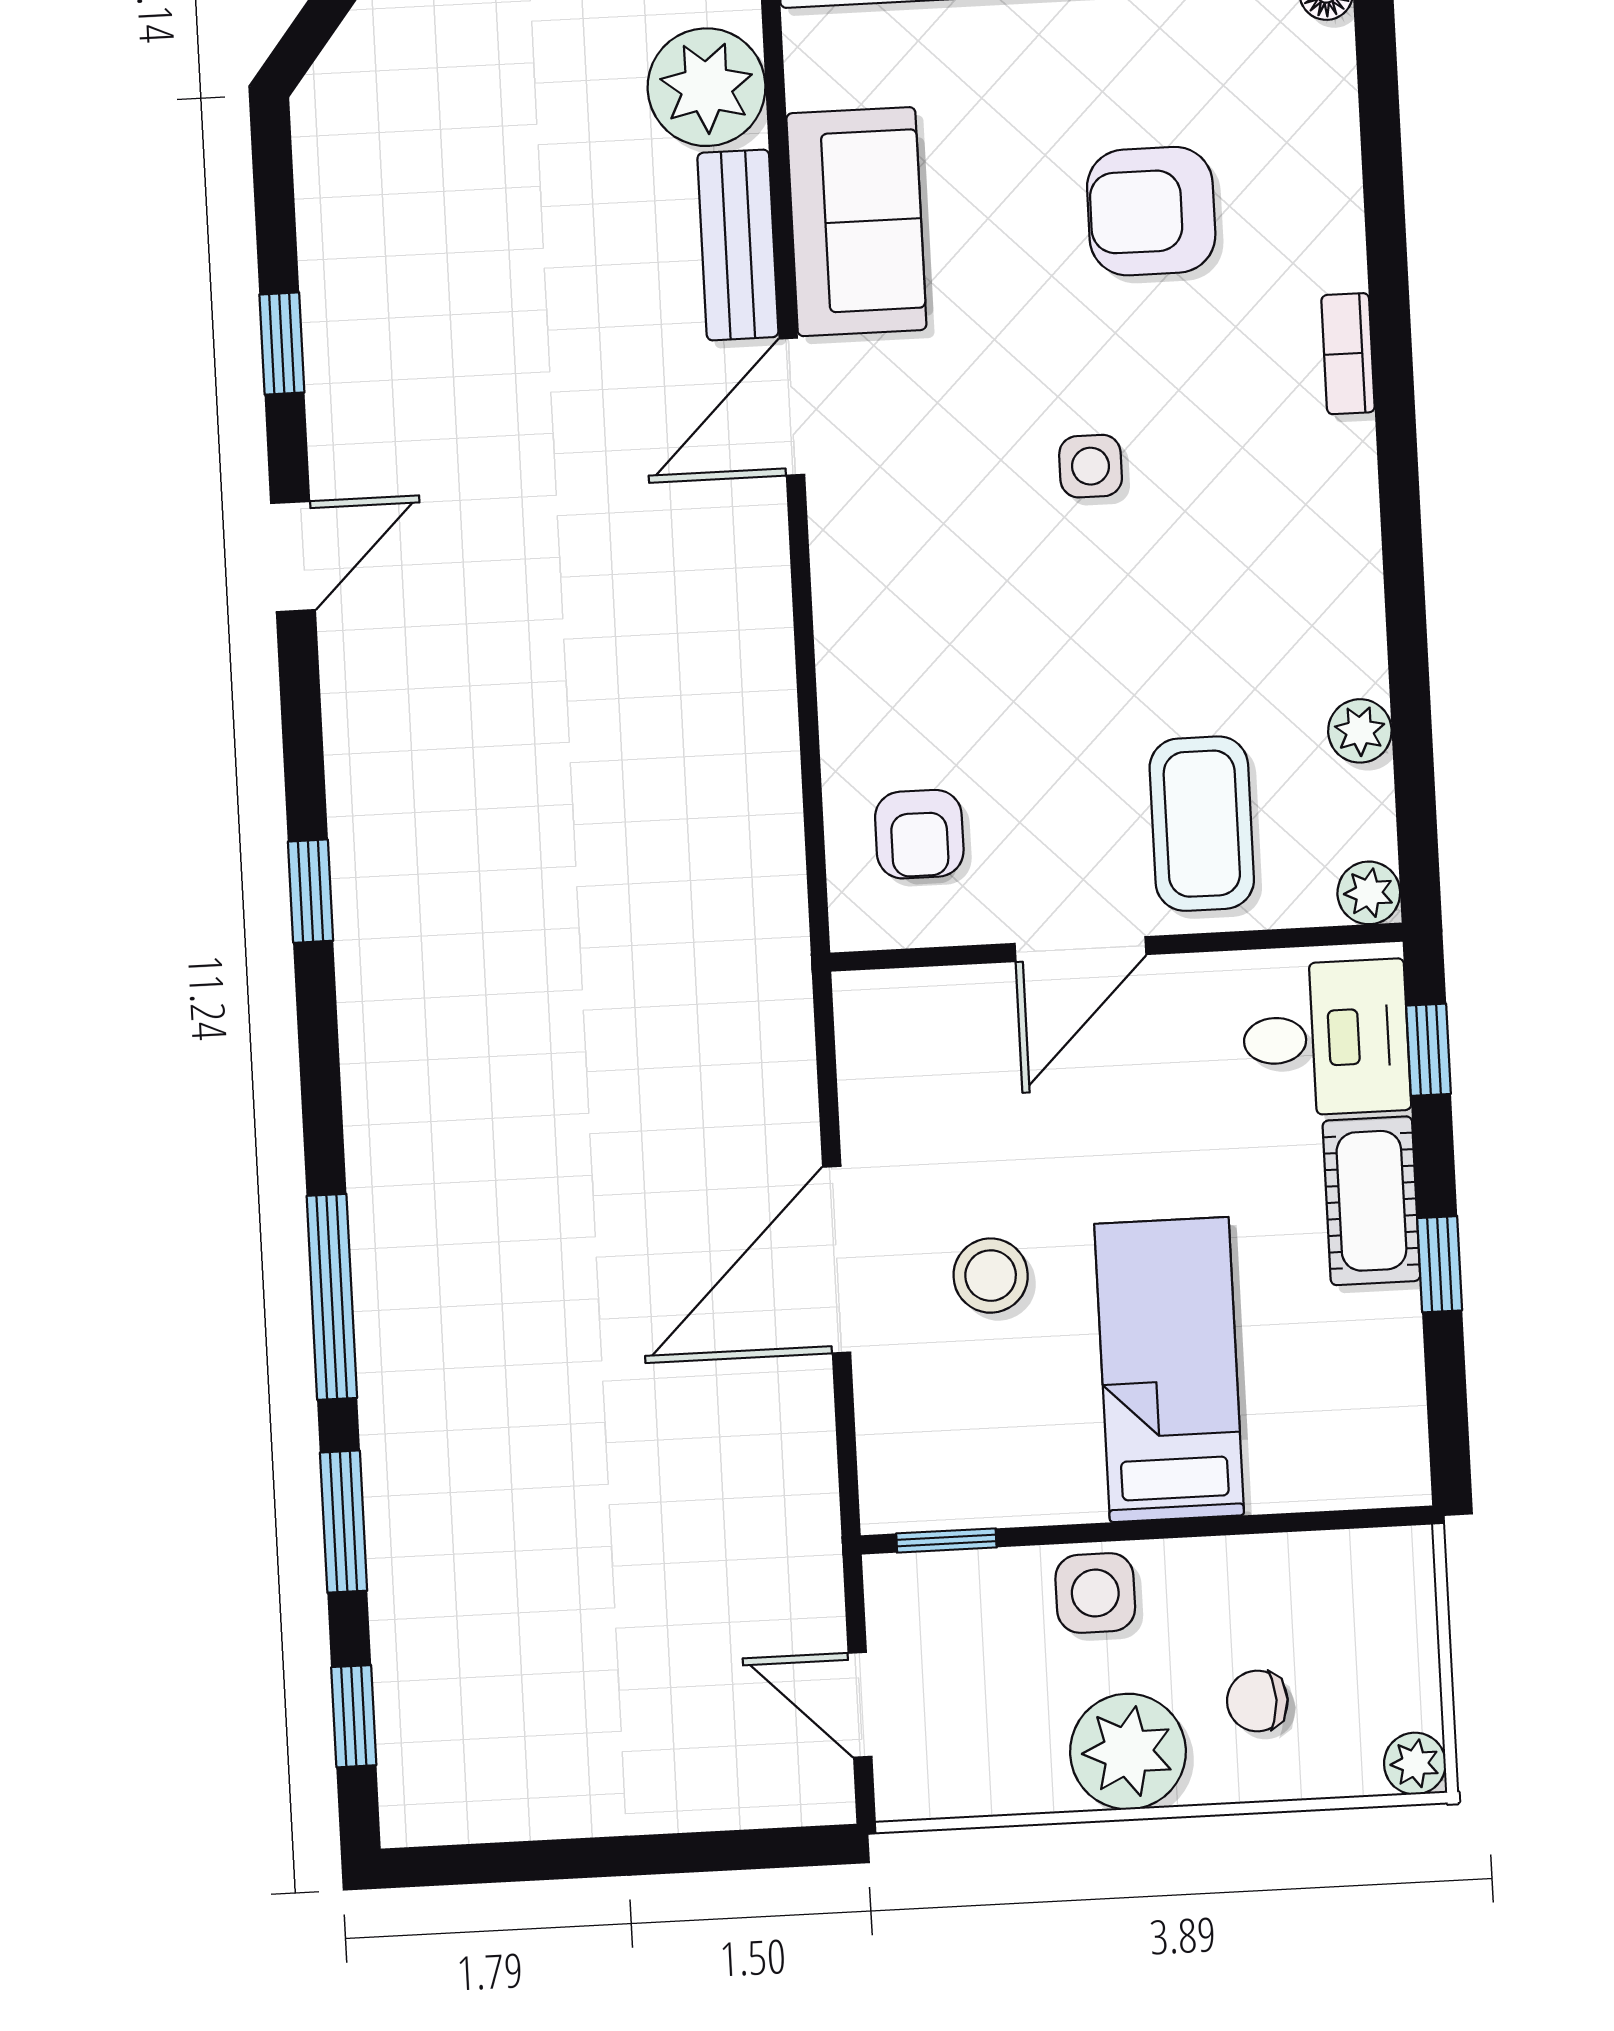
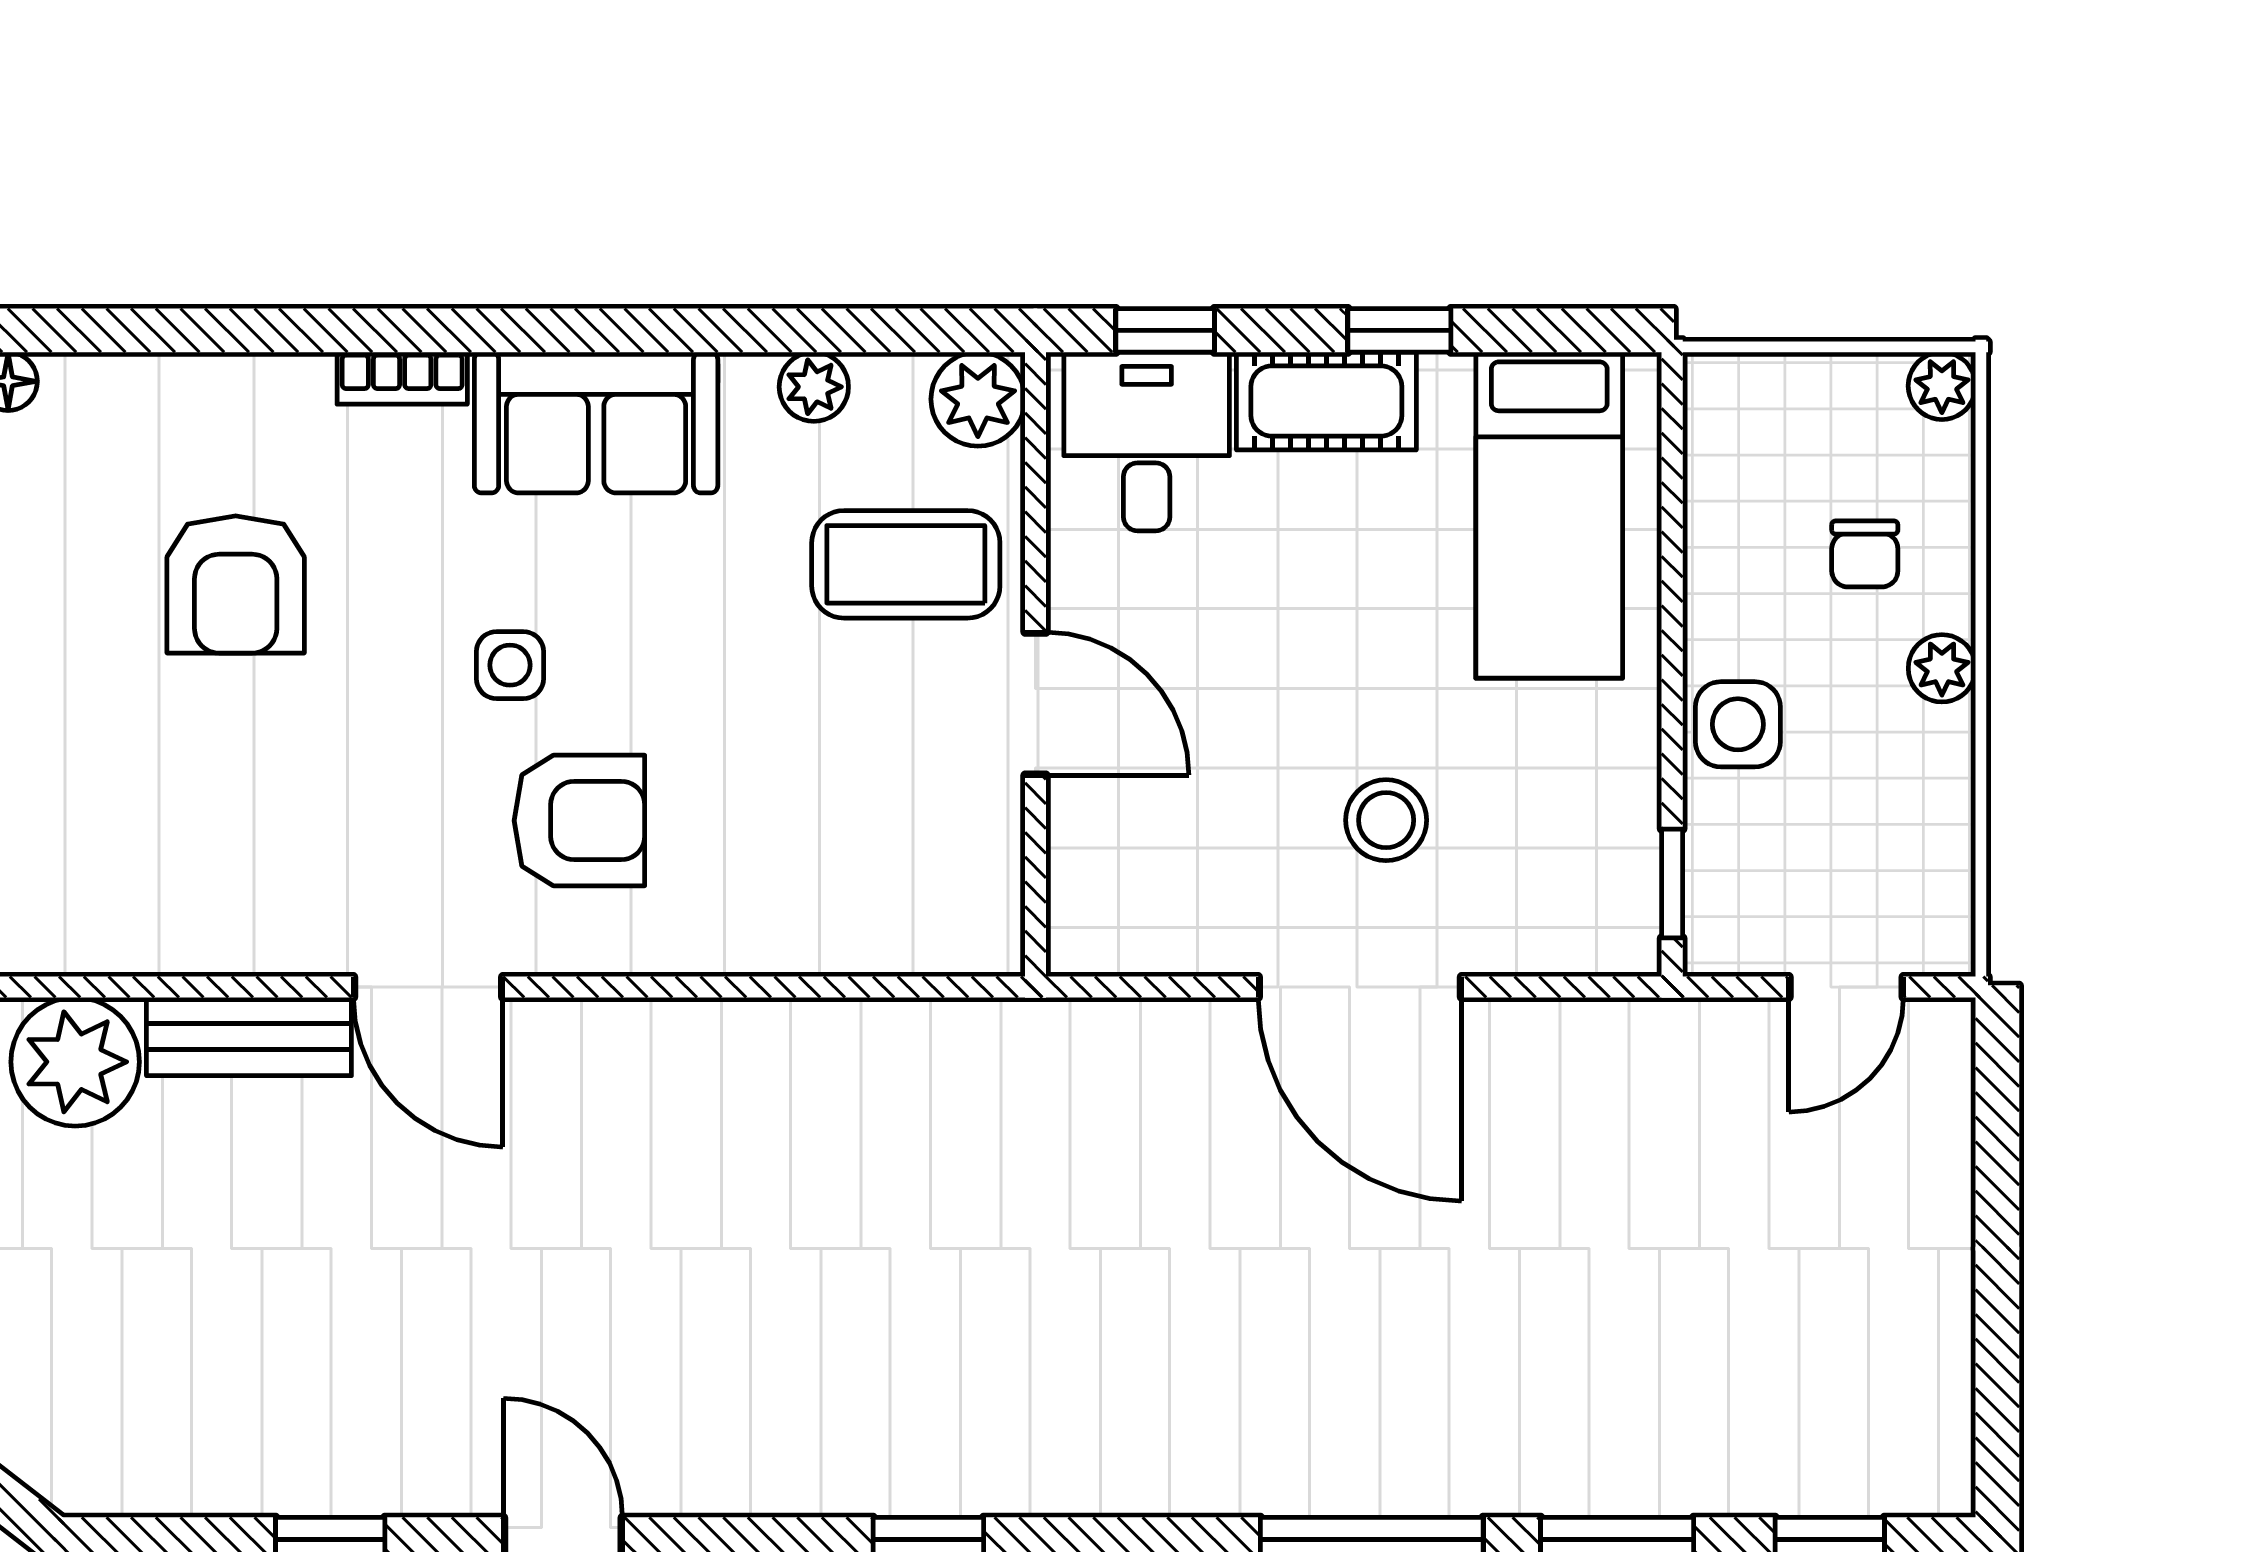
sofa: (856, 222) -> (596, 423), moved, turned 180
armchair: (919, 834) -> (579, 821), moved, width x1.38, depth x1.38
plant: (1369, 893) -> (978, 399), width x1.38, depth x1.38
bed: (1169, 1370) -> (1549, 515), moved, turned -90
plant: (1128, 1752) -> (1942, 668), width x0.53, depth x0.53

